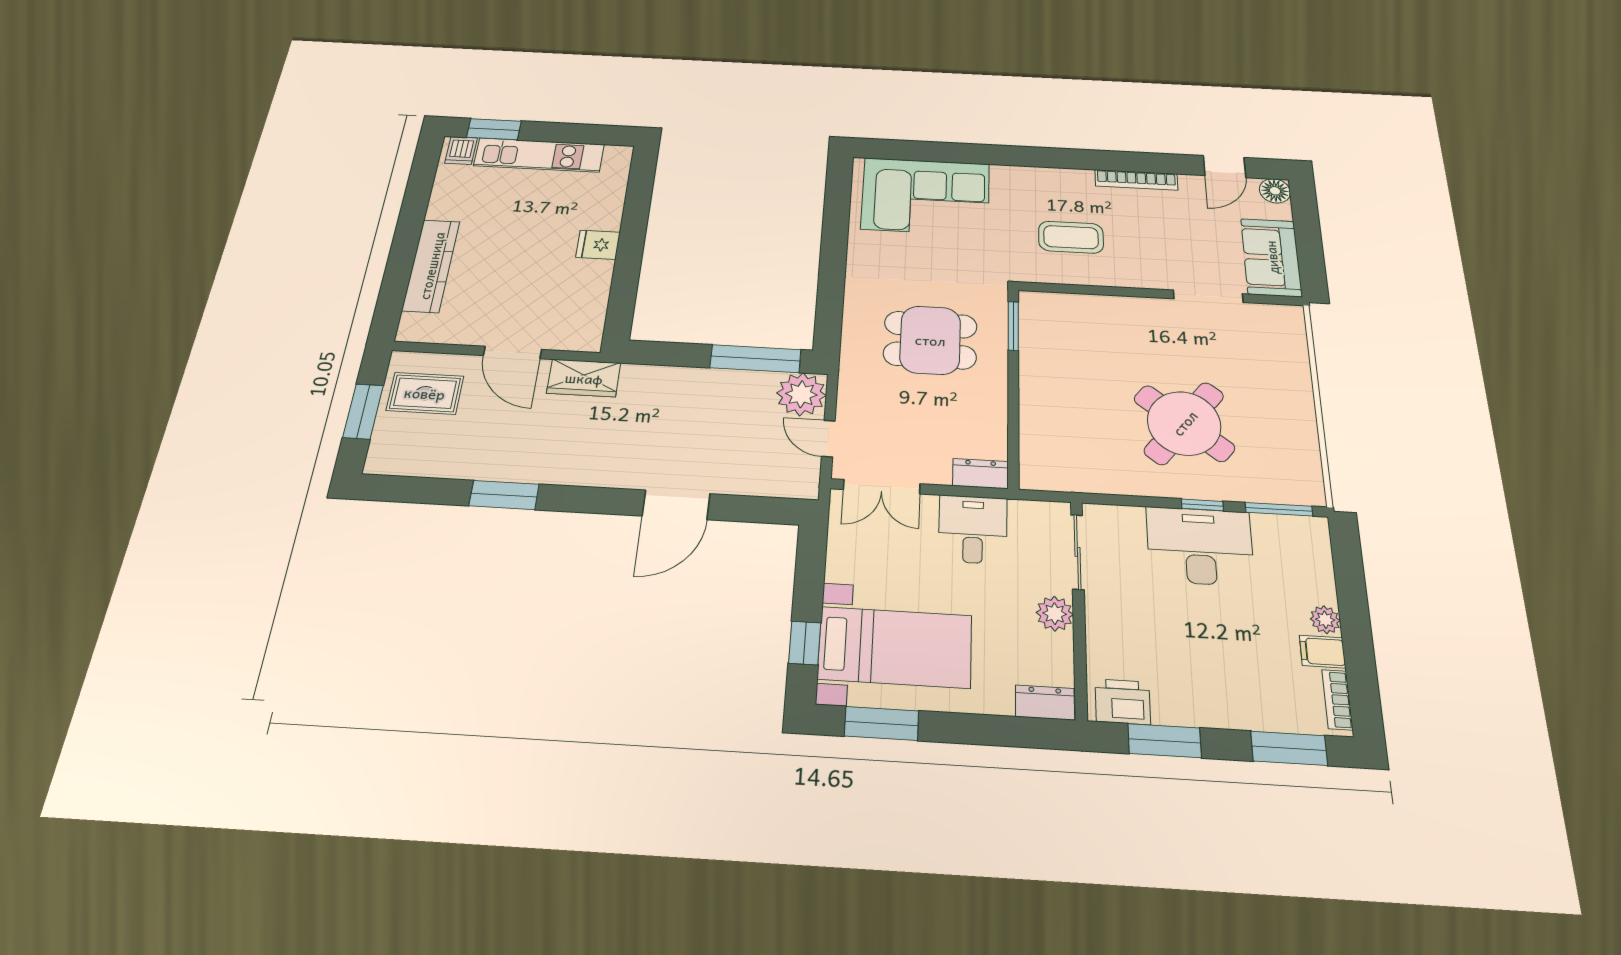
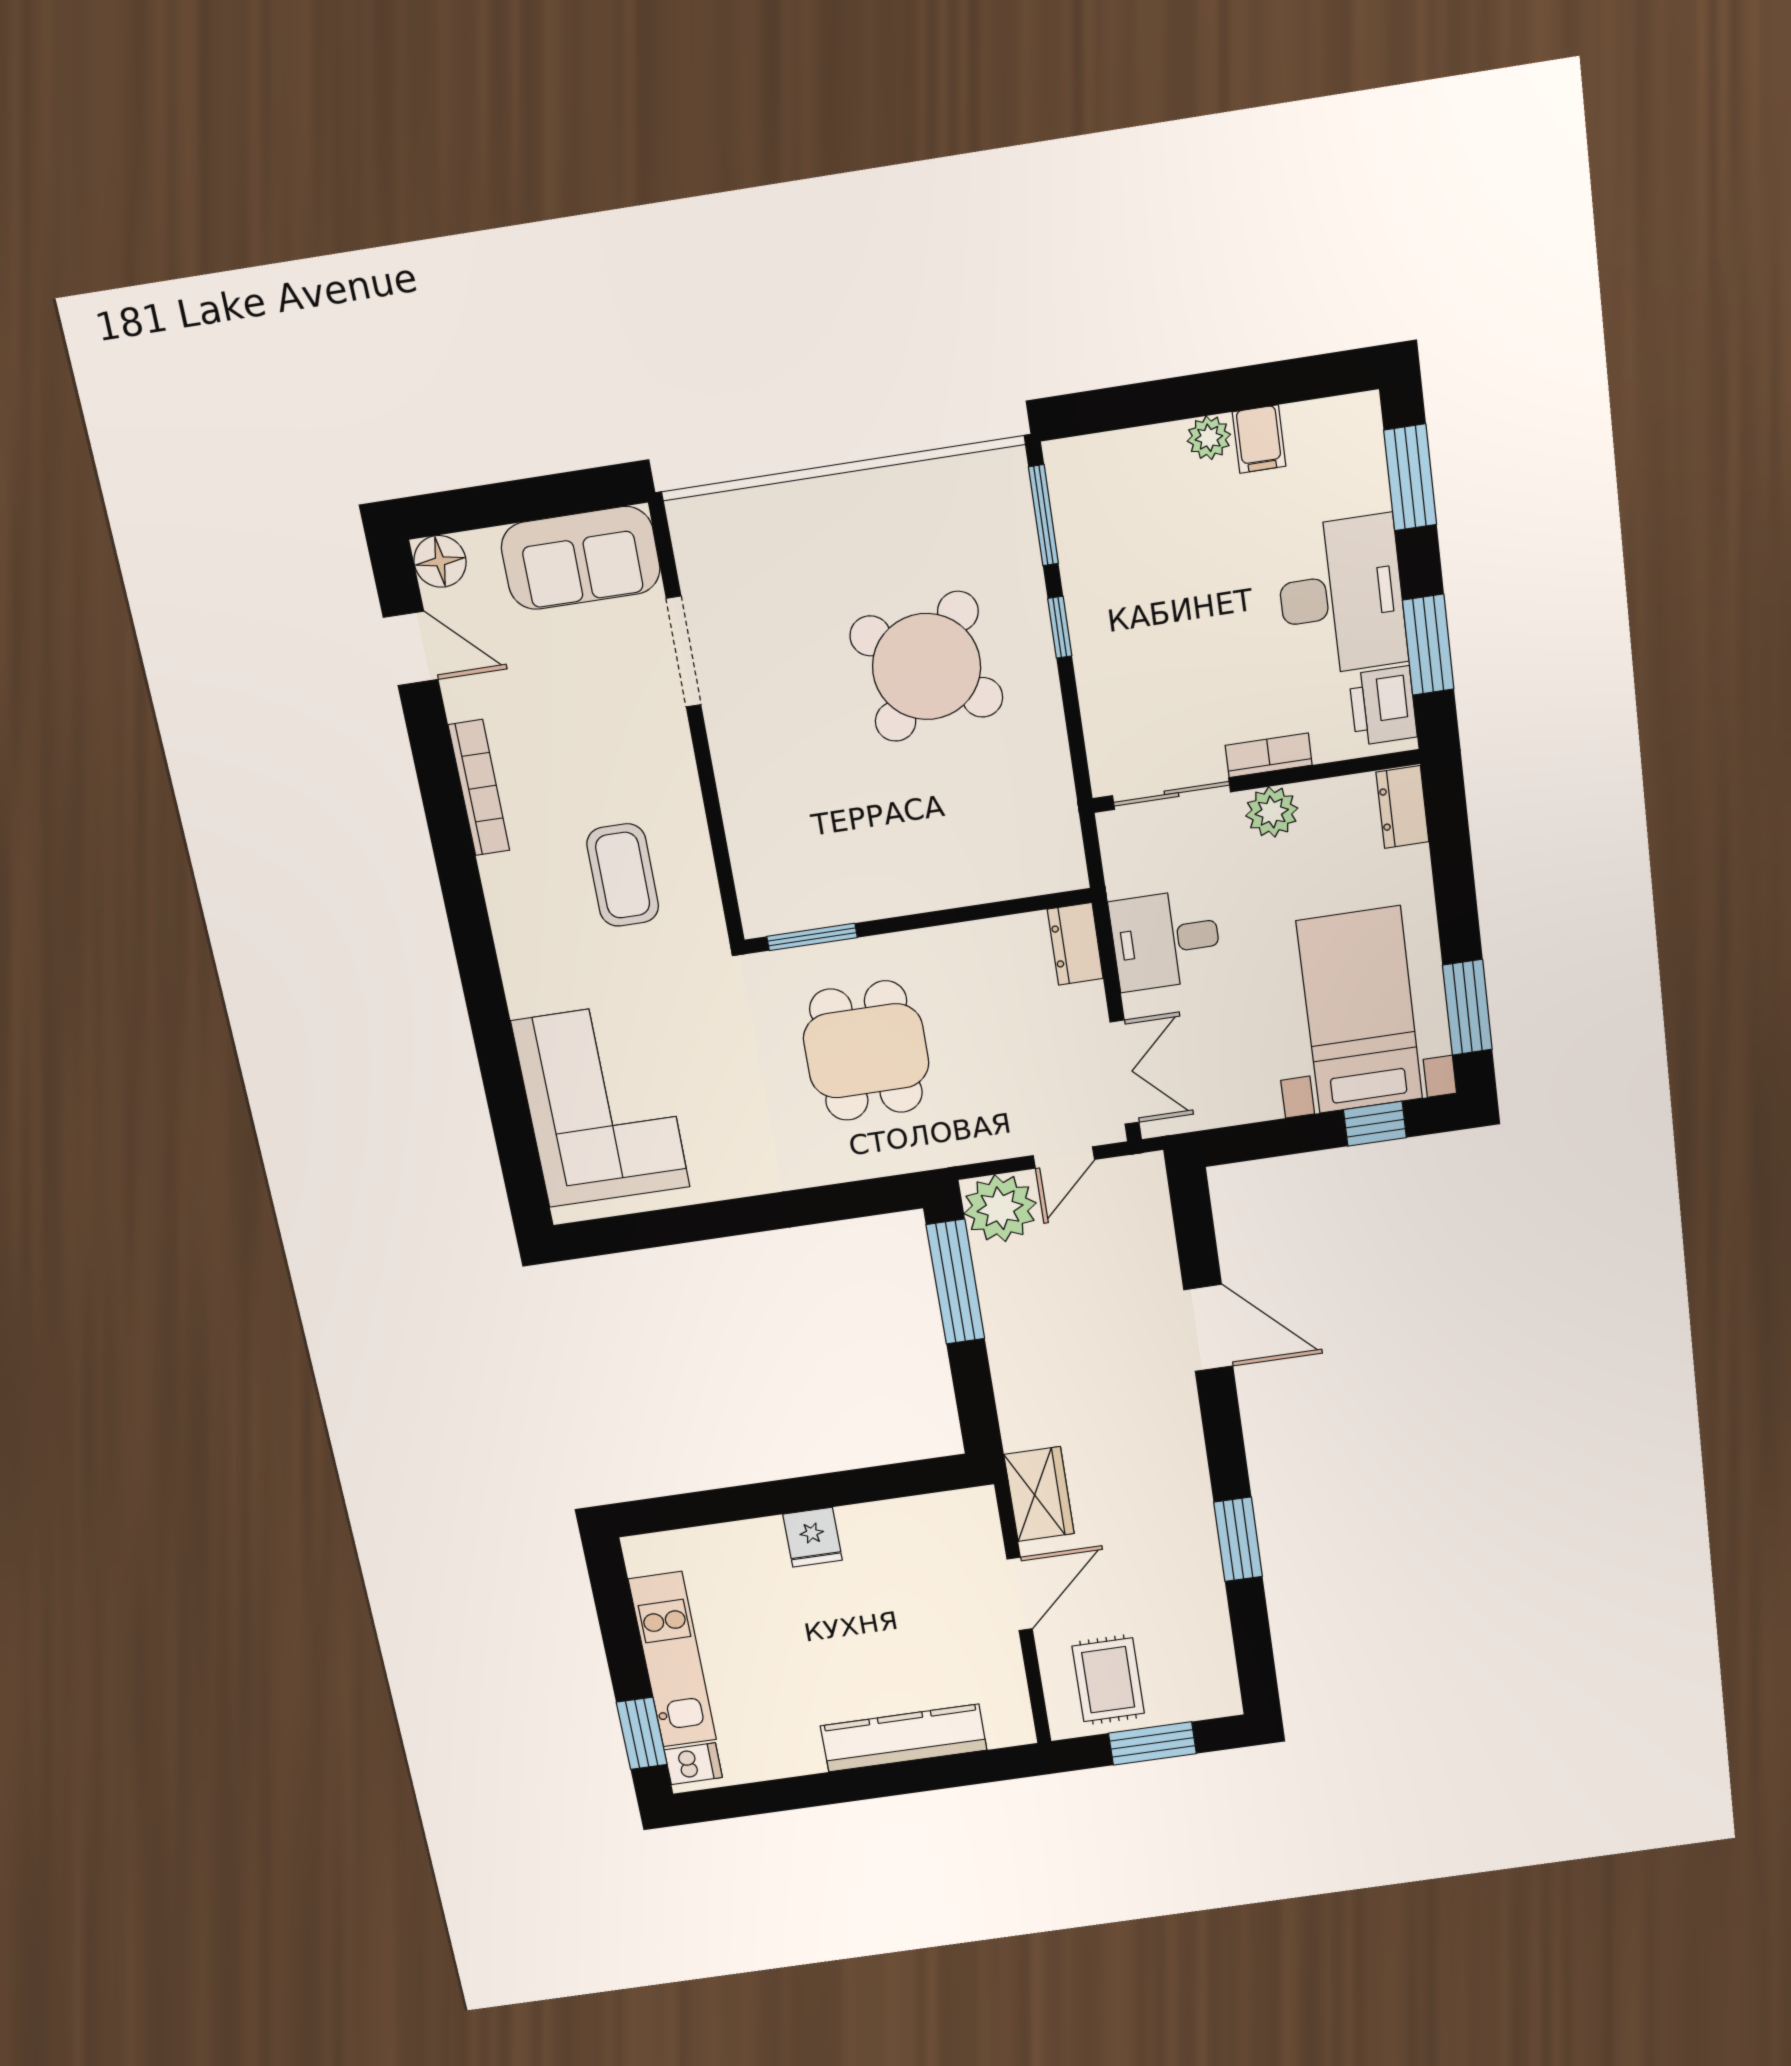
desk: (1200, 546) -> (1341, 596), moved, turned 180
bookcase: (1337, 700) -> (1269, 755), moved, turned 180

